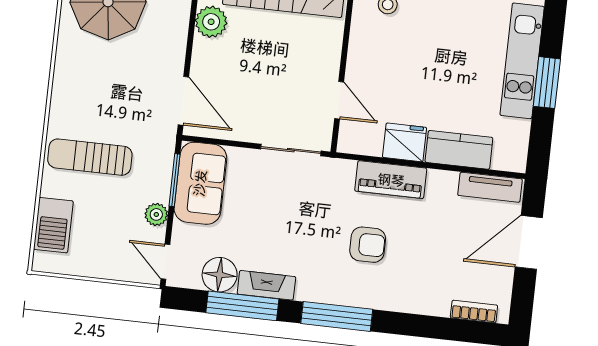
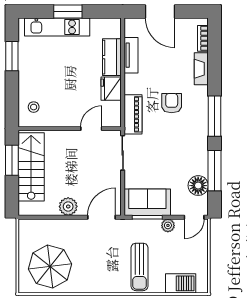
plant: (211, 22) -> (68, 206), moved
piano: (391, 180) -> (133, 114), moved
tv unit: (490, 187) -> (131, 55), moved
fireplace: (266, 285) -> (201, 69), moved

